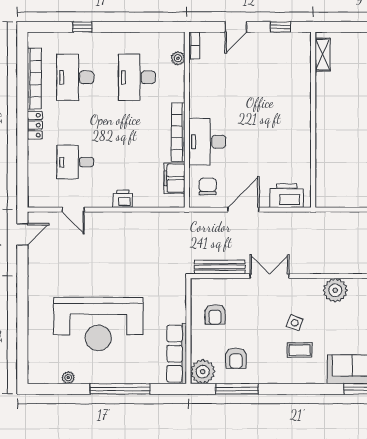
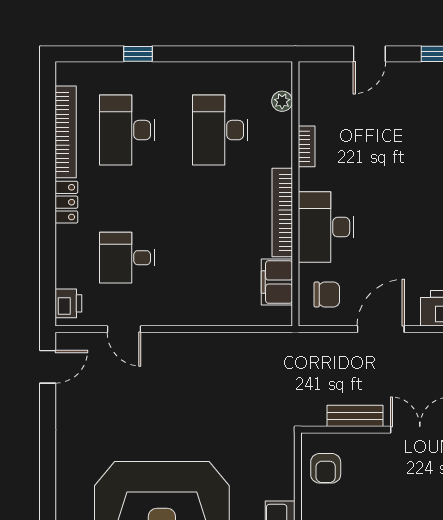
bookcase: (194, 45) -> (307, 146), moved
chair: (208, 186) -> (327, 295), turned 90
printer: (123, 199) -> (68, 303), moved, turned 90
bench: (220, 267) -> (355, 416), width x0.73
armchair: (215, 314) -> (326, 468), moved

